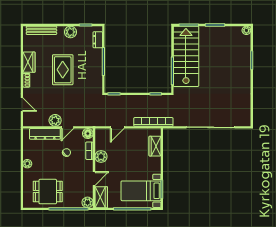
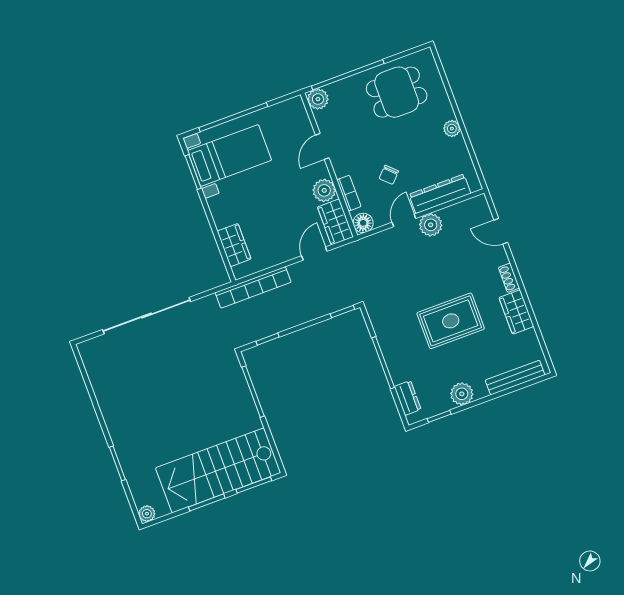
stairs: (186, 56) -> (218, 470), moved, turned 90
rug: (63, 70) -> (451, 321), turned 90
wardrobe: (101, 197) -> (335, 222), moved

